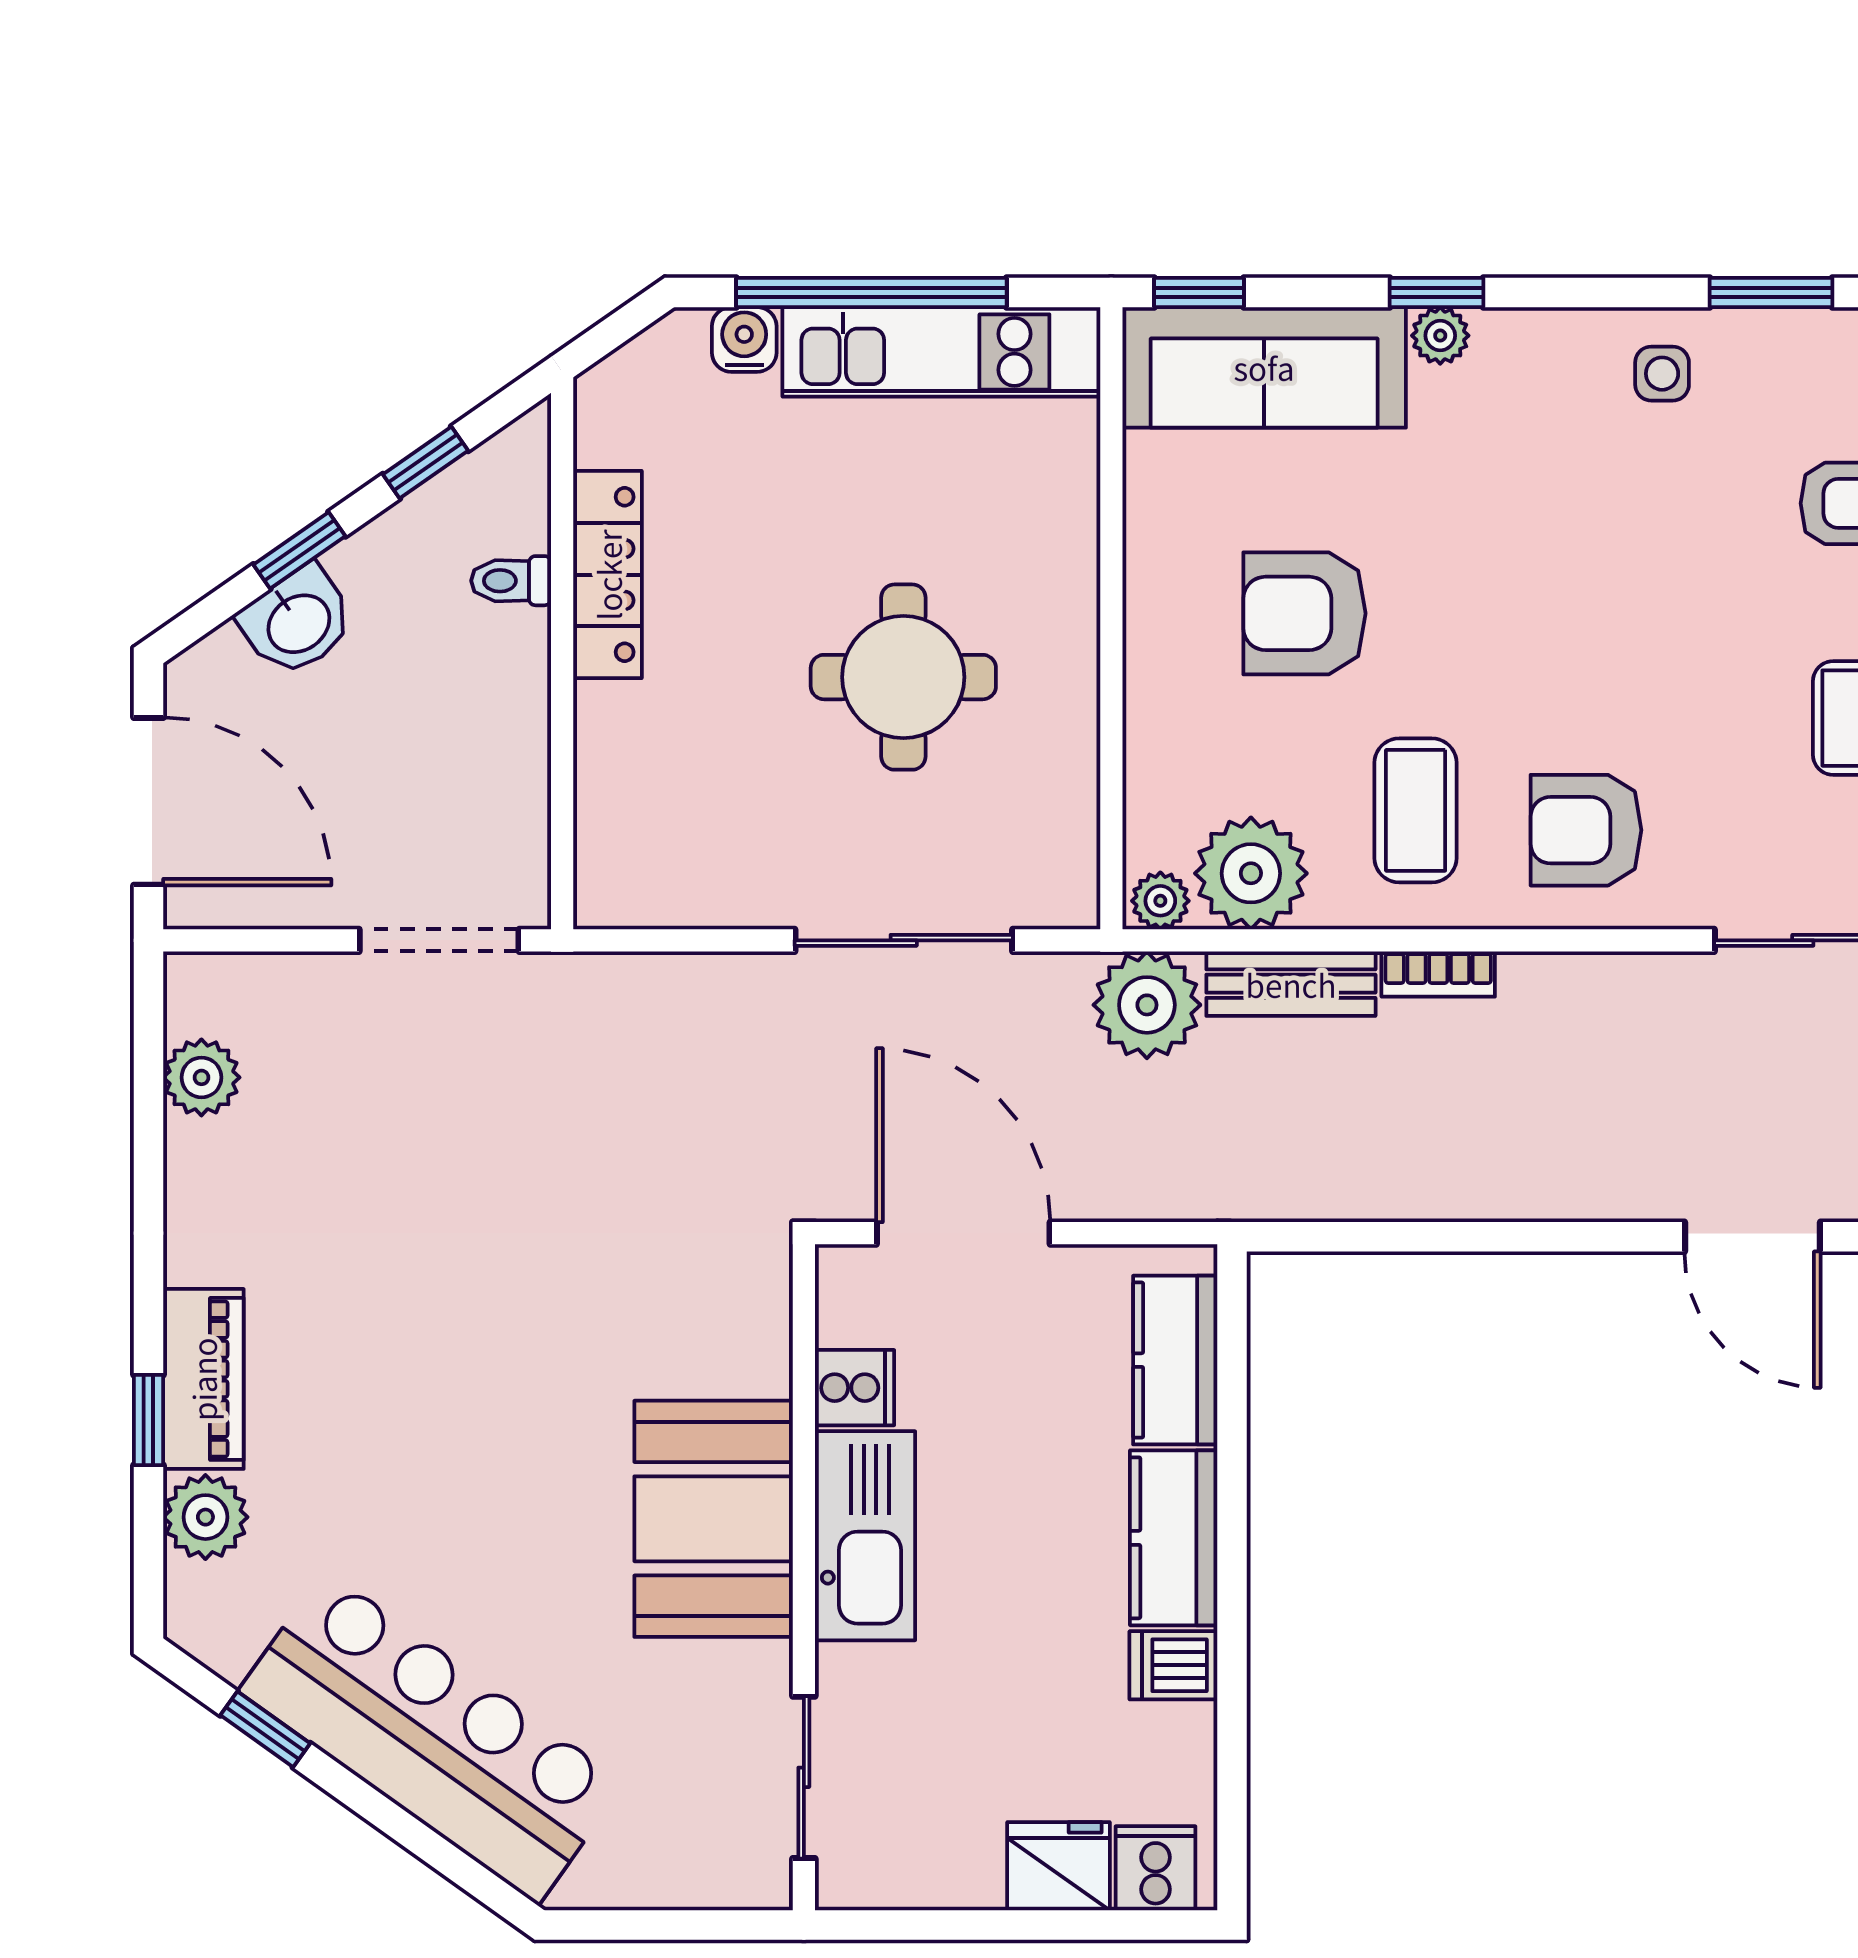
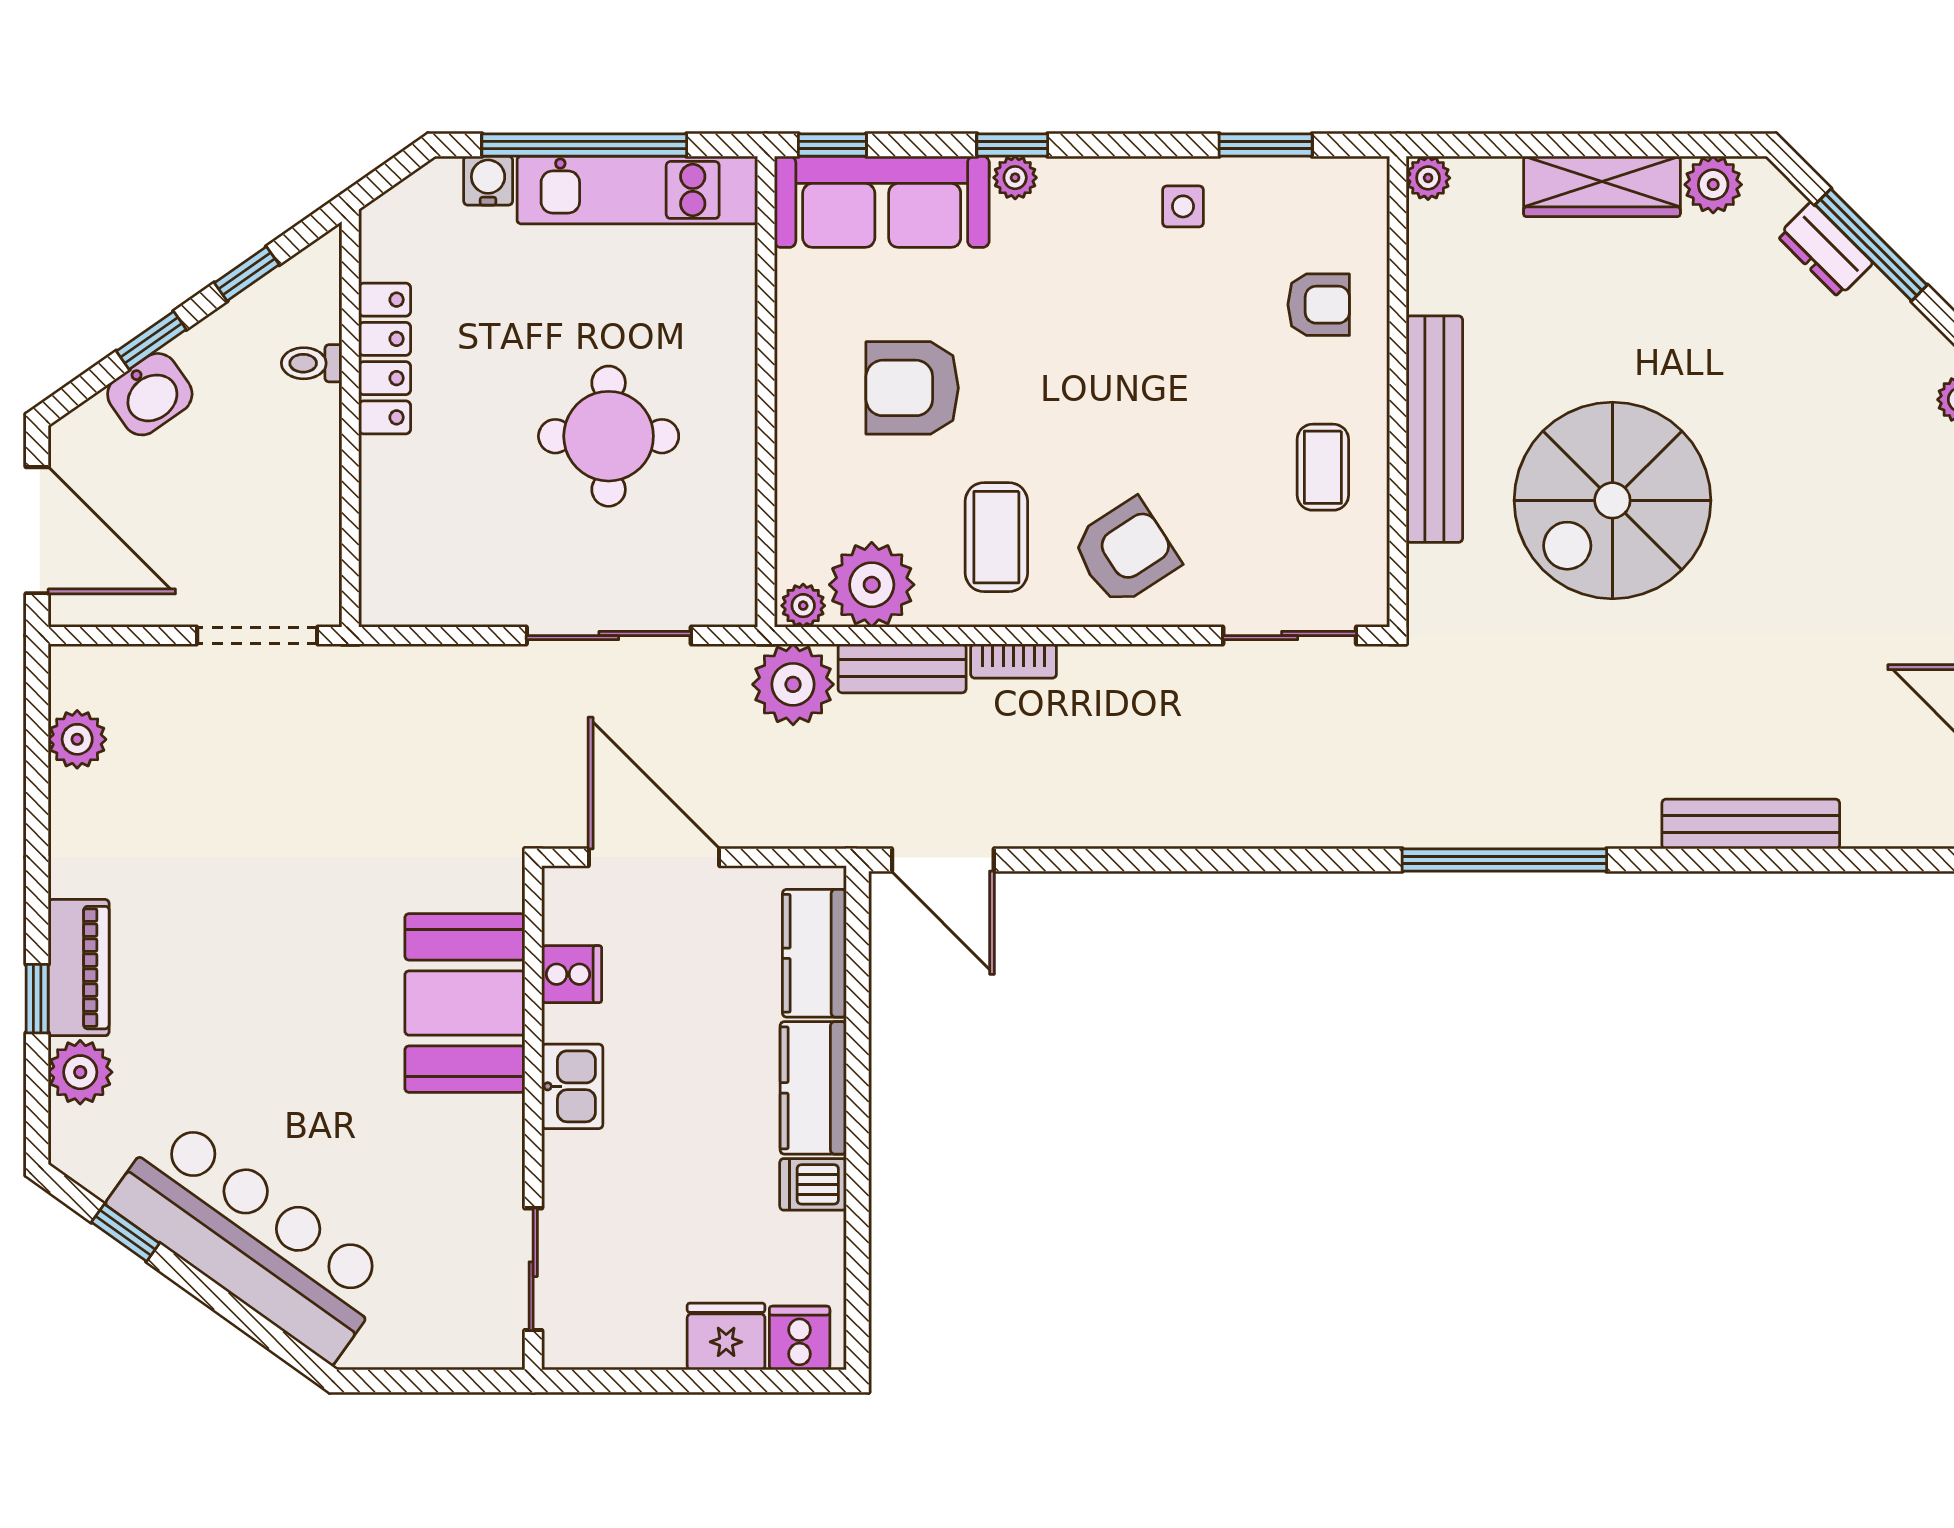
armchair: (1586, 830) -> (1125, 552), turned 147
door: (1752, 1237) -> (943, 860), moved
booth: (714, 1519) -> (465, 1003), moved
kitchen sink: (865, 1536) -> (572, 1086), width x0.53, depth x0.81

